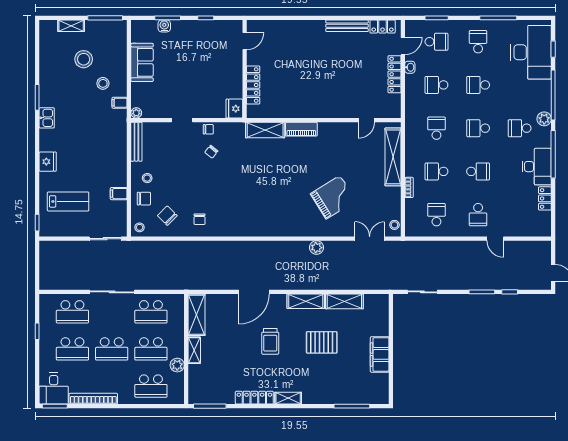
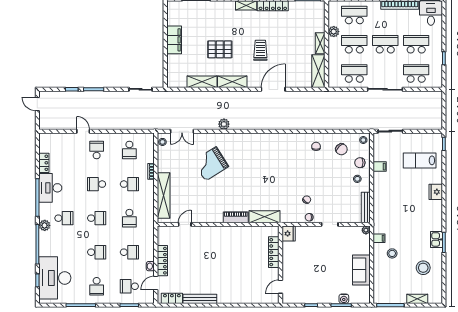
stool: (84, 59) -> (423, 268), moved
kitchen sink: (47, 118) -> (436, 239), moved

